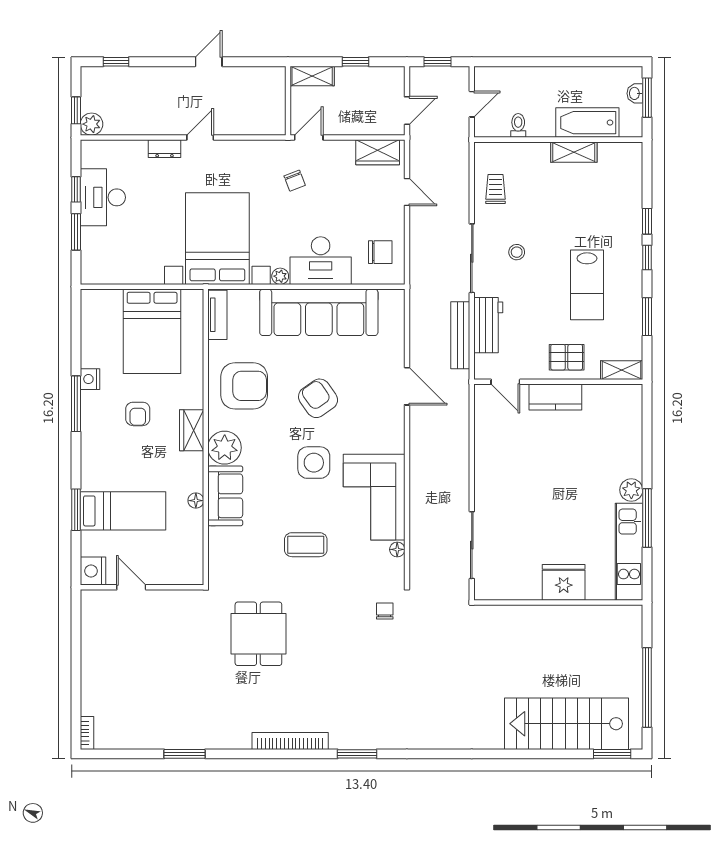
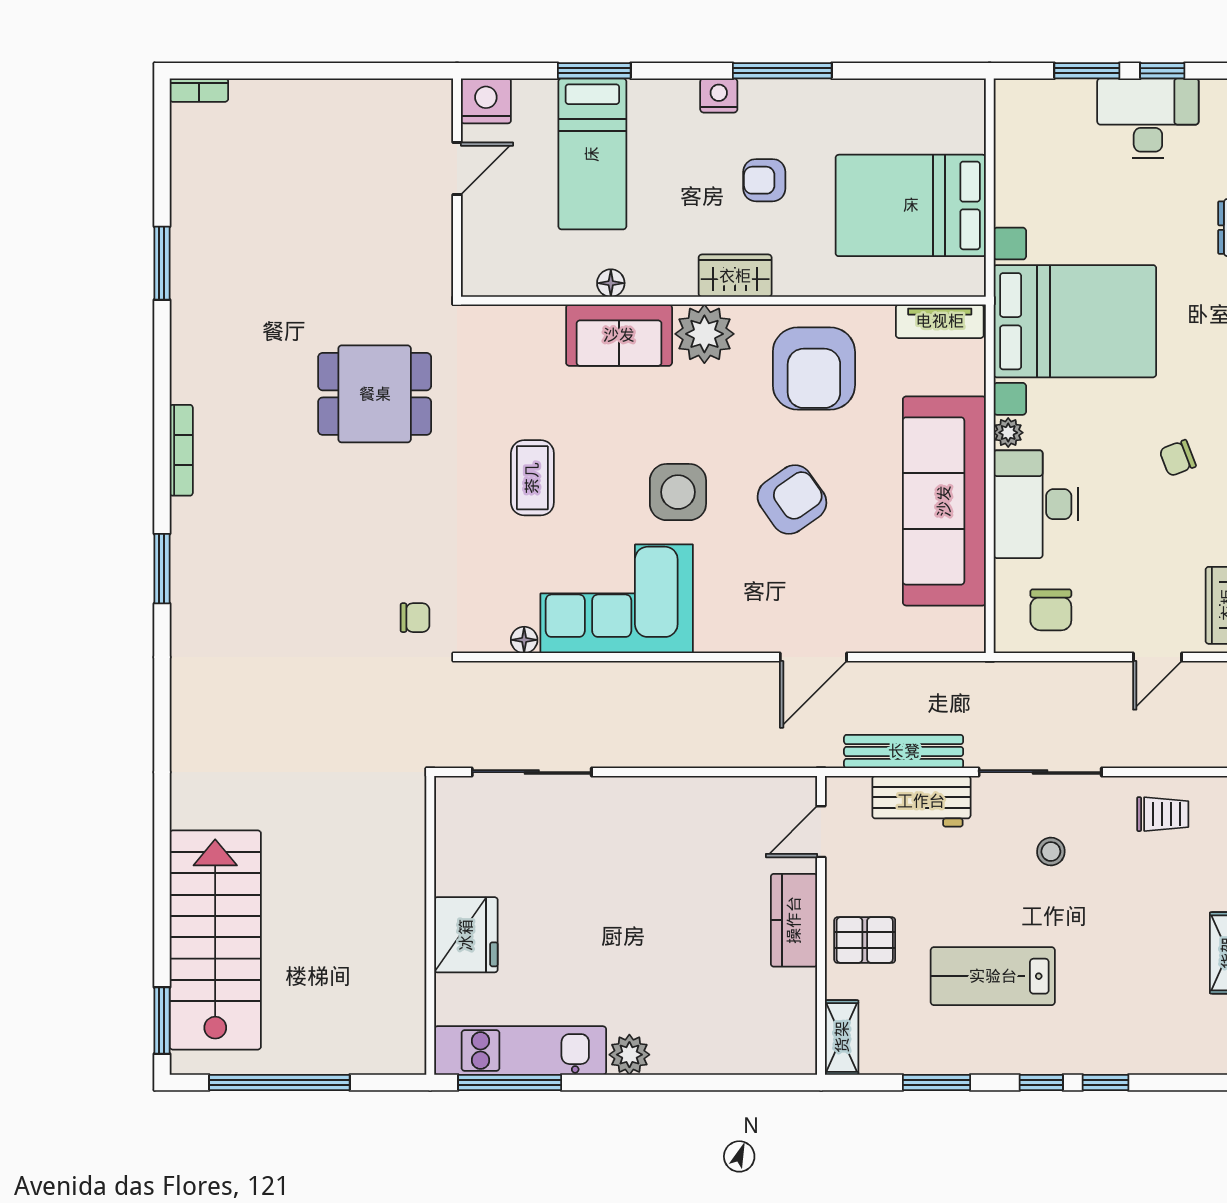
pallet: (567, 357) -> (865, 940), turned 90
nightstand: (90, 379) -> (719, 95), moved
window: (647, 518) -> (510, 1082), moved
bookcase: (290, 741) -> (181, 450), width x0.68, depth x0.76

